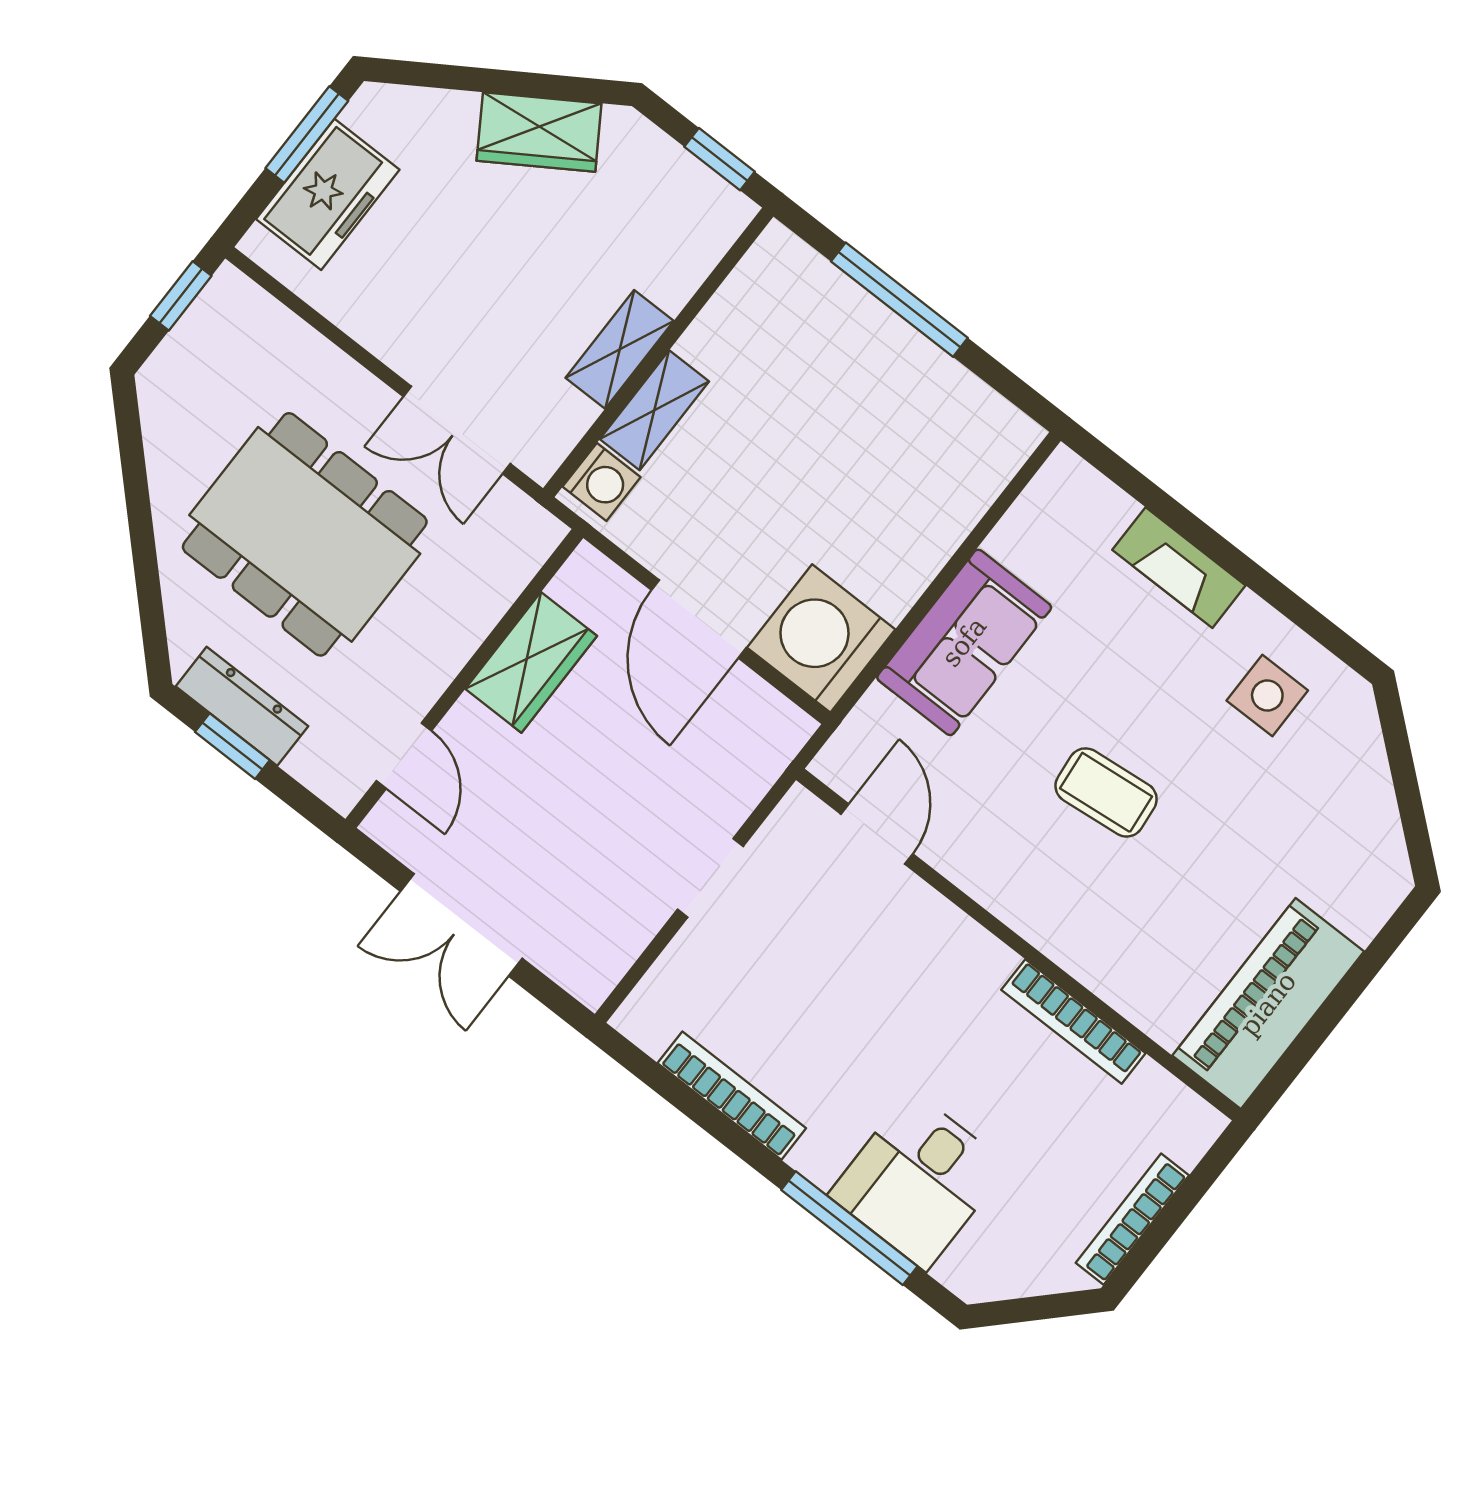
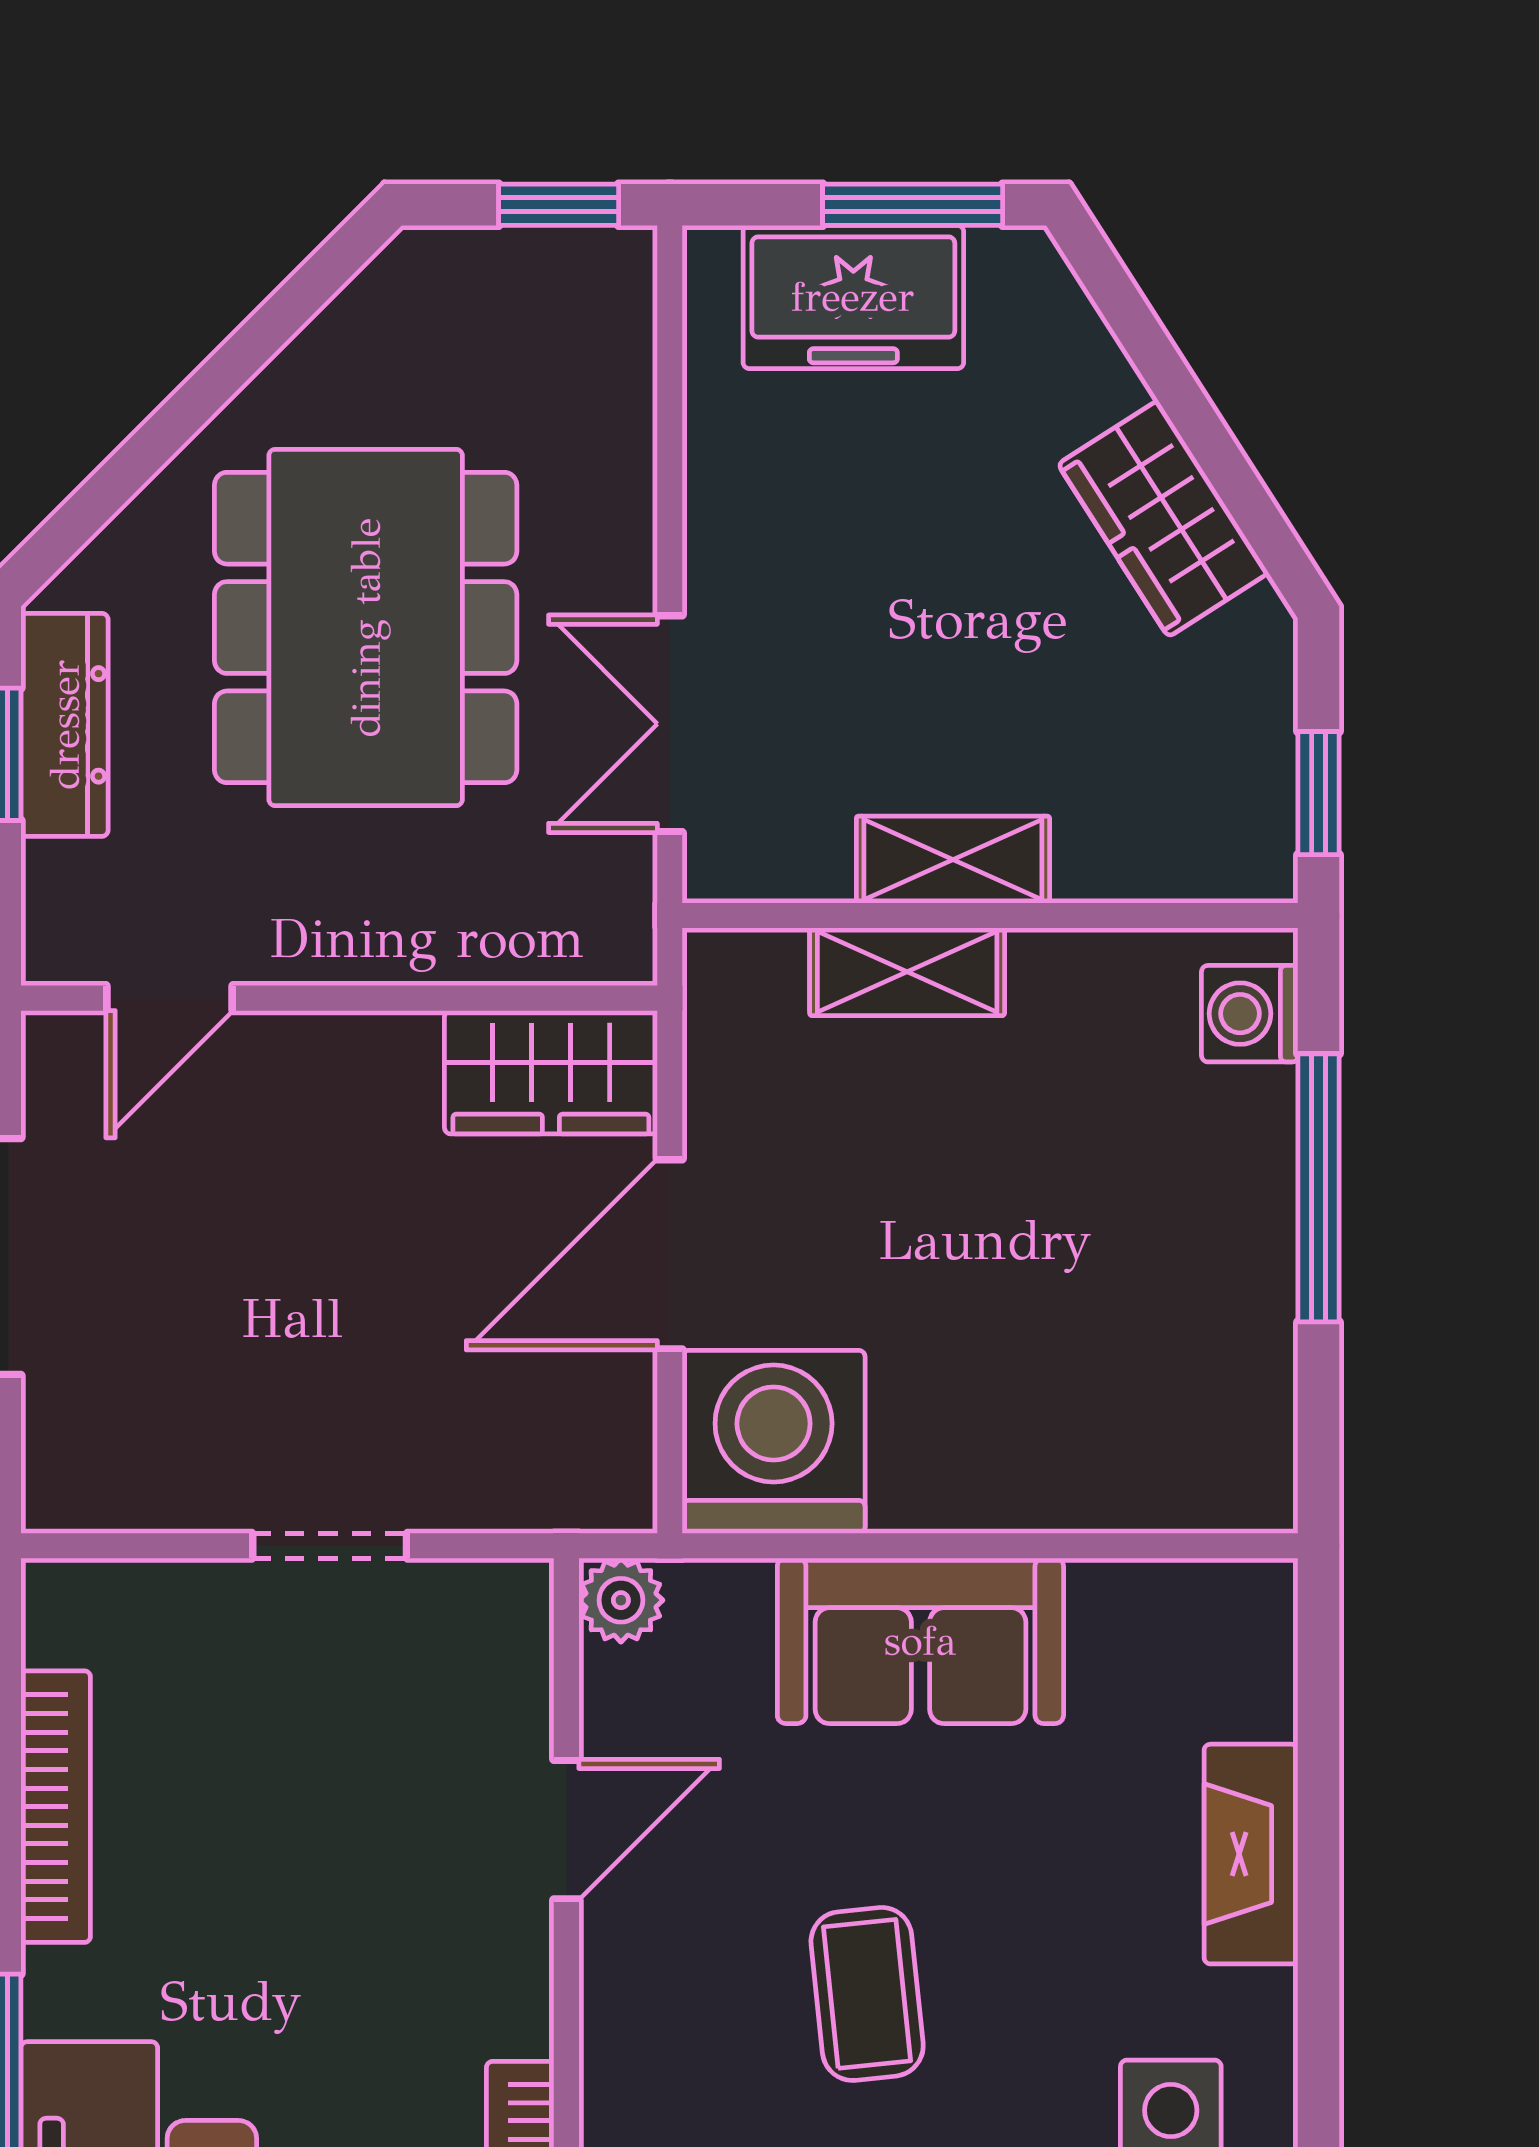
washing machine: (602, 482) -> (1250, 1014), moved, turned 90
wardrobe: (531, 662) -> (551, 1072), moved
plant: (839, 764) -> (621, 1600), added
door: (877, 834) -> (566, 1830), moved

